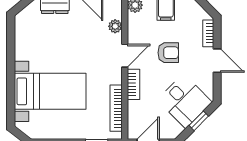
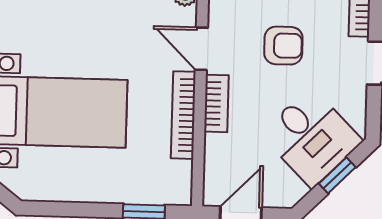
door: (125, 56) -> (201, 49), swing flipped
bookcase: (116, 108) -> (183, 115), moved

